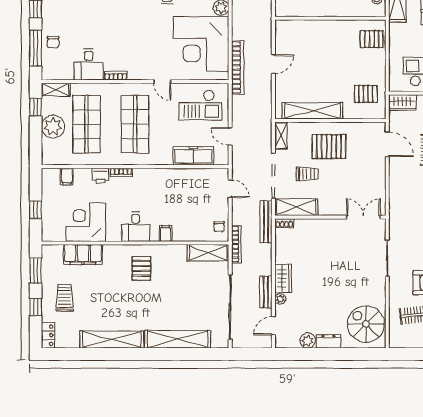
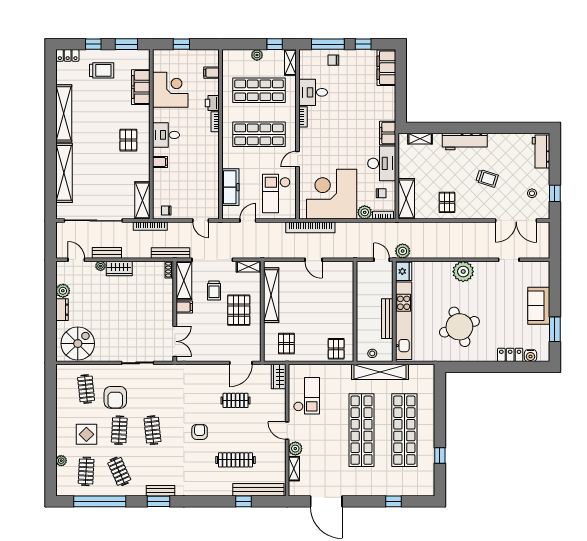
plant: (53, 126) -> (257, 55), width x0.53, depth x0.53
door: (230, 189) -> (201, 221), hinge flipped
filing cabinet: (326, 207) -> (184, 307), added
pallet: (141, 268) -> (128, 140), turned 90

